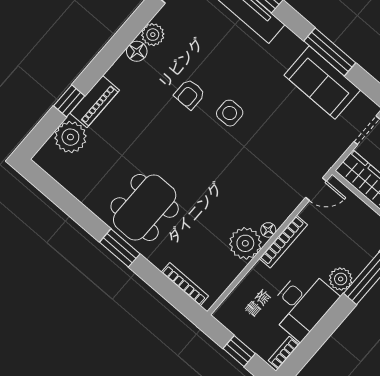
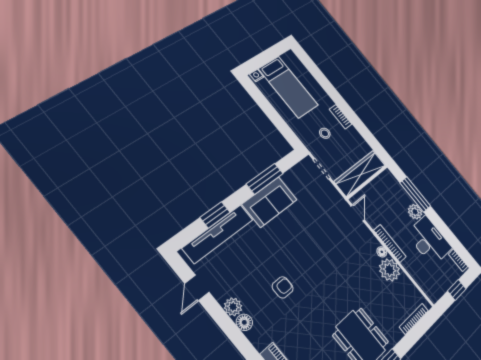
sofa: (322, 83) -> (270, 202), moved
armchair: (190, 94) -> (283, 287), turned -90
side table: (230, 113) -> (300, 260), removed

